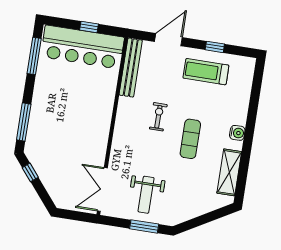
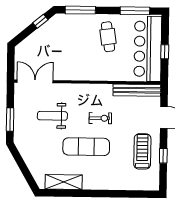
cafe table: (61, 93) -> (108, 37), added
water cooler: (237, 133) -> (96, 184), removed
exercise mat: (190, 139) -> (86, 147), width x1.36, depth x1.45
weight bench: (146, 195) -> (52, 116), moved

